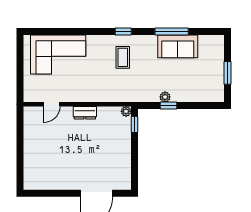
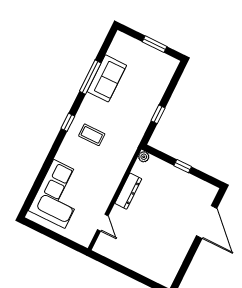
plant: (165, 97) -> (148, 114), removed
dresser: (85, 113) -> (128, 191), width x1.44
window: (135, 124) -> (183, 166), moved

